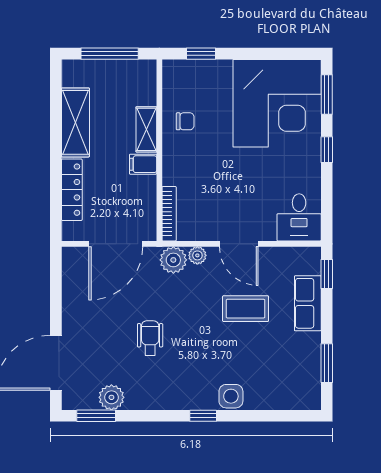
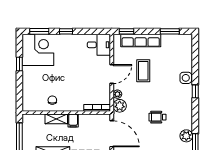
window: (201, 54) -> (19, 64), moved
corner desk: (277, 103) -> (38, 50), width x0.74, depth x0.74
row of seats: (308, 303) -> (141, 41), width x1.48

